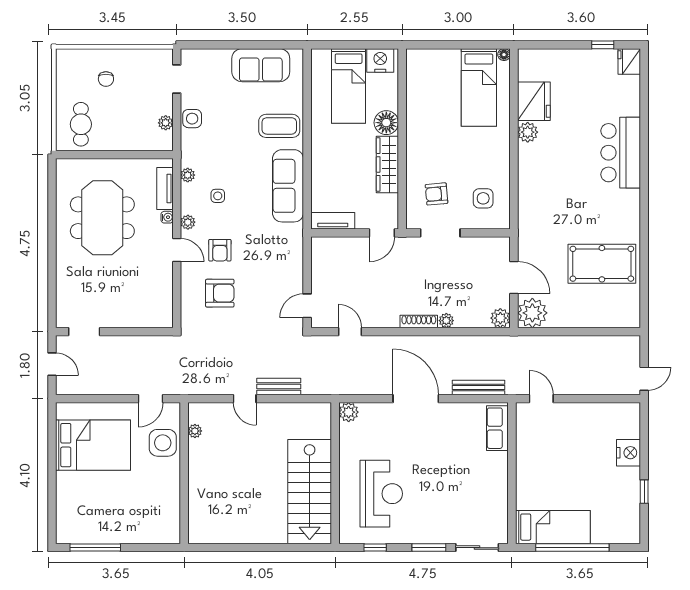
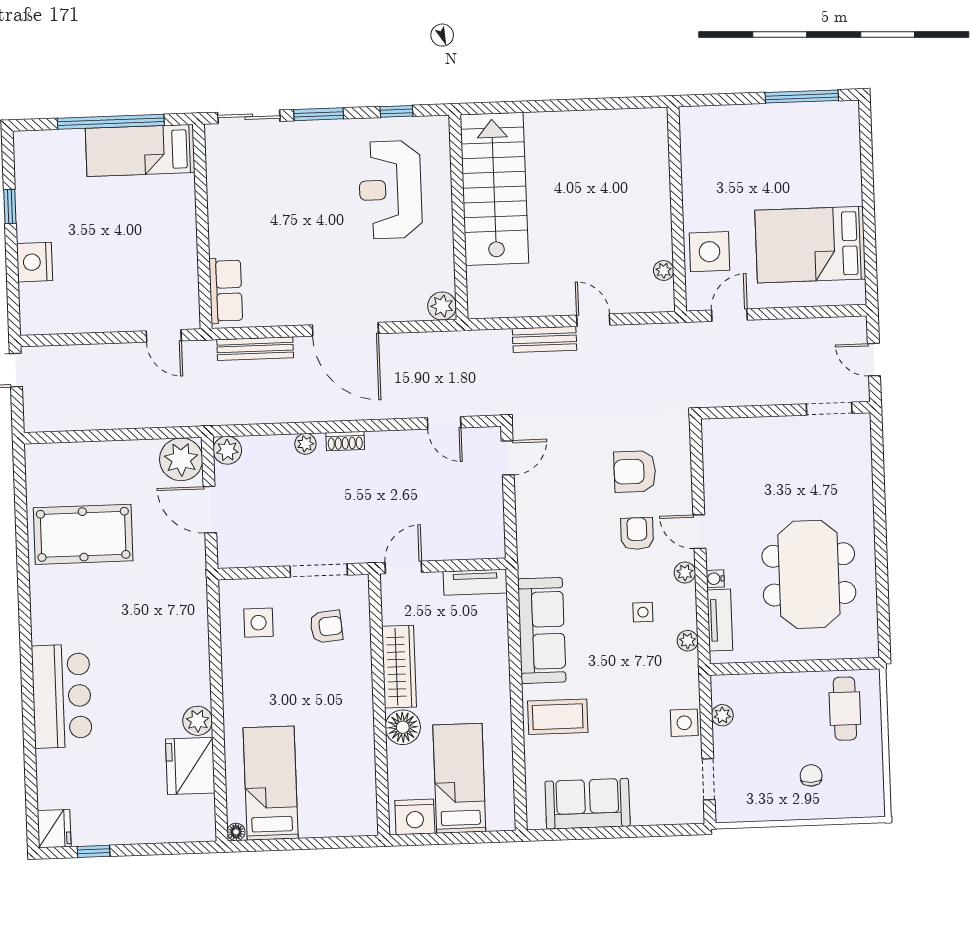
shoe rack: (419, 321) -> (345, 441), width x0.70

